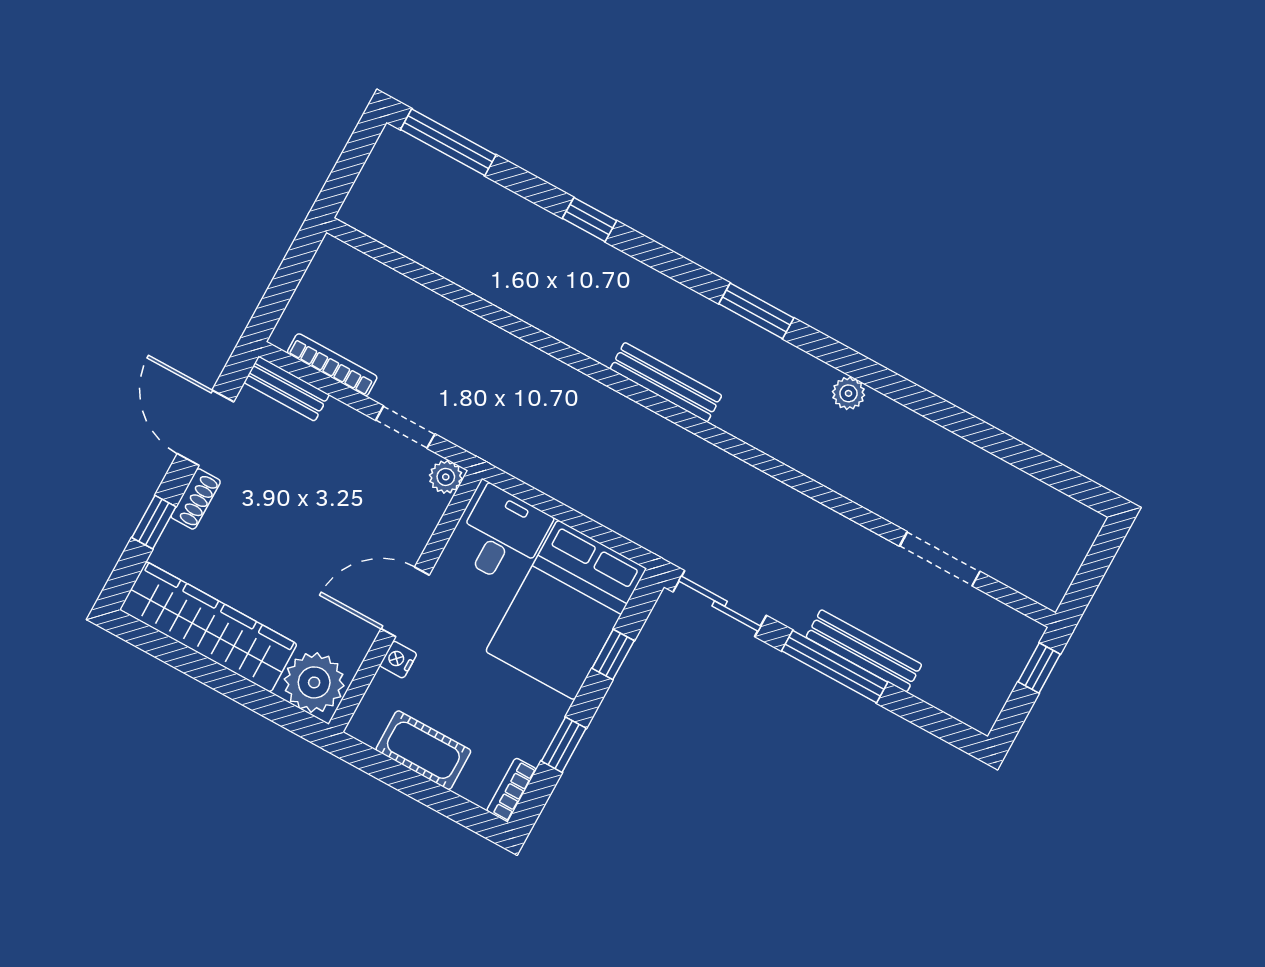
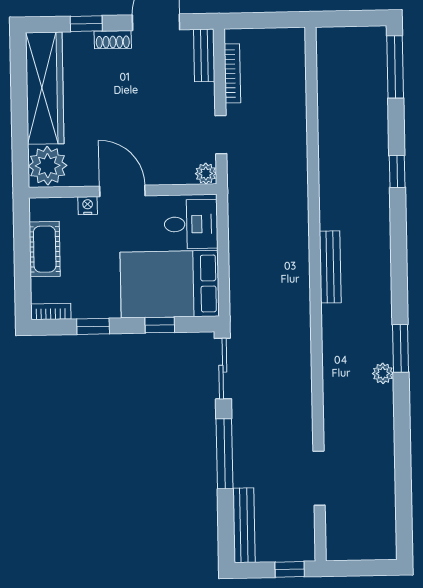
window: (756, 311) -> (401, 348), moved
bench: (864, 651) -> (244, 525), moved

